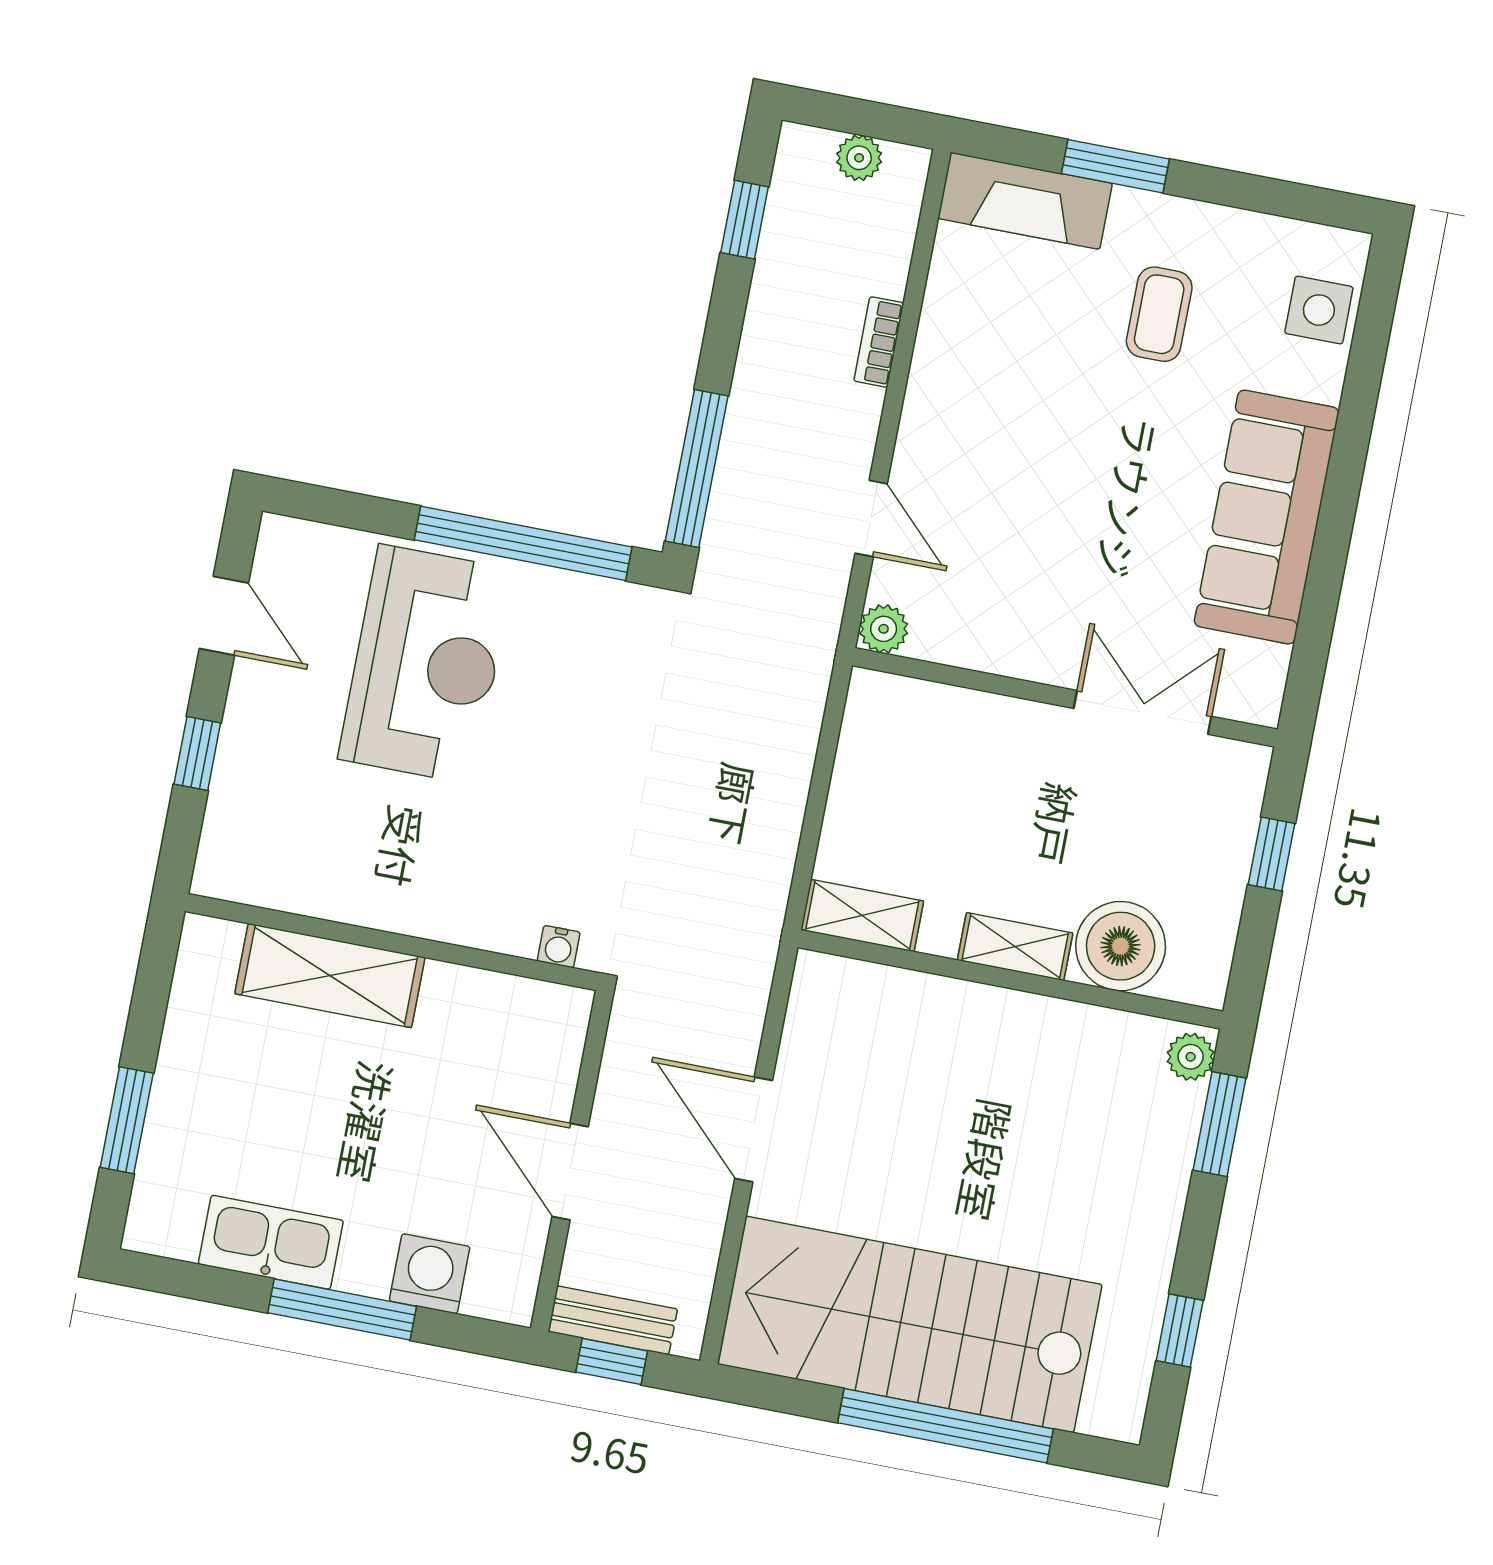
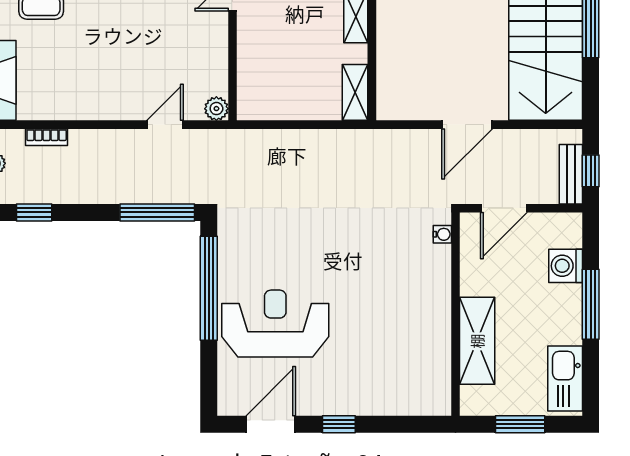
bookcase: (879, 342) -> (47, 137), moved
door: (224, 616) -> (271, 424), width x1.38
wall: (392, 942) -> (455, 314), moved
water cooler: (559, 947) -> (442, 234), moved
shelving: (330, 975) -> (477, 341), moved
kitchen sink: (271, 1242) -> (565, 379), moved

